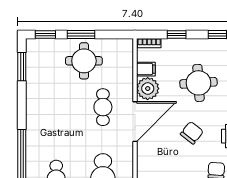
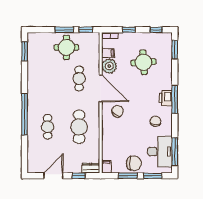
window: (45, 34) -> (86, 30), moved
door: (135, 122) -> (101, 88), hinge flipped
chair: (192, 133) -> (117, 111), moved

